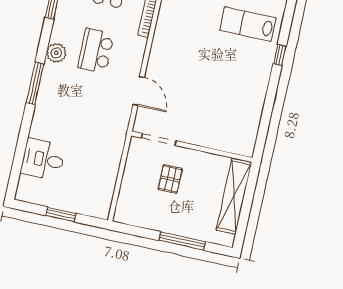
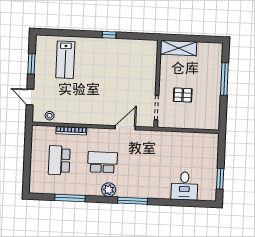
school desk: (96, 51) -> (102, 162), turned 180
window: (280, 55) -> (109, 35), moved
shelving: (234, 196) -> (179, 48), width x0.68
window: (61, 214) -> (220, 179), moved

